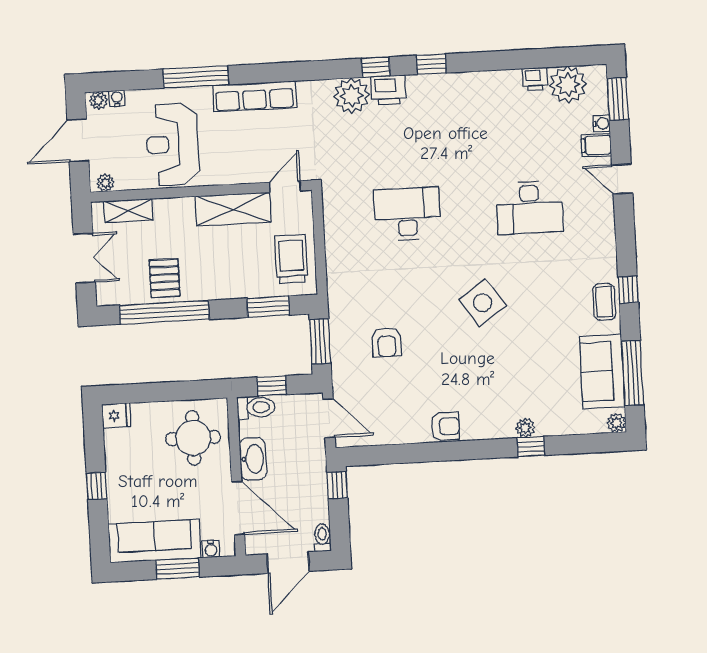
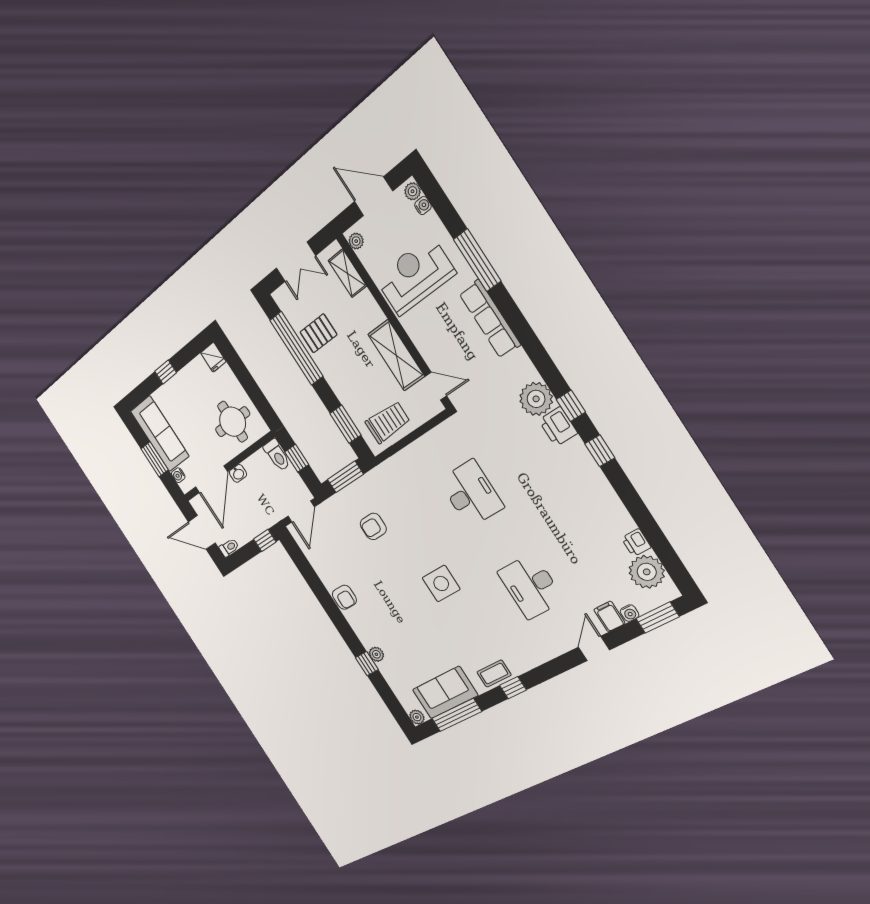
side table: (483, 303) -> (441, 583), turned 35
washbasin: (253, 459) -> (238, 473), width x0.52, depth x0.69

